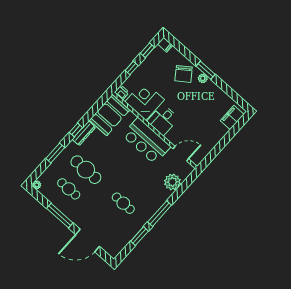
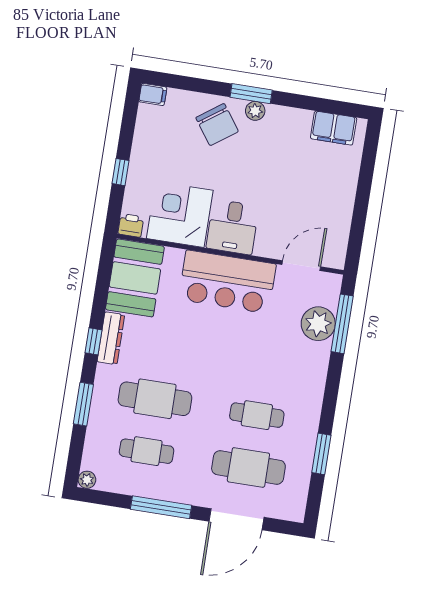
window: (147, 50) -> (128, 124), removed
filing cabinet: (232, 117) -> (334, 128), moved, turned -90
window: (160, 214) -> (342, 324), moved
cafe table: (106, 222) -> (248, 467), added

